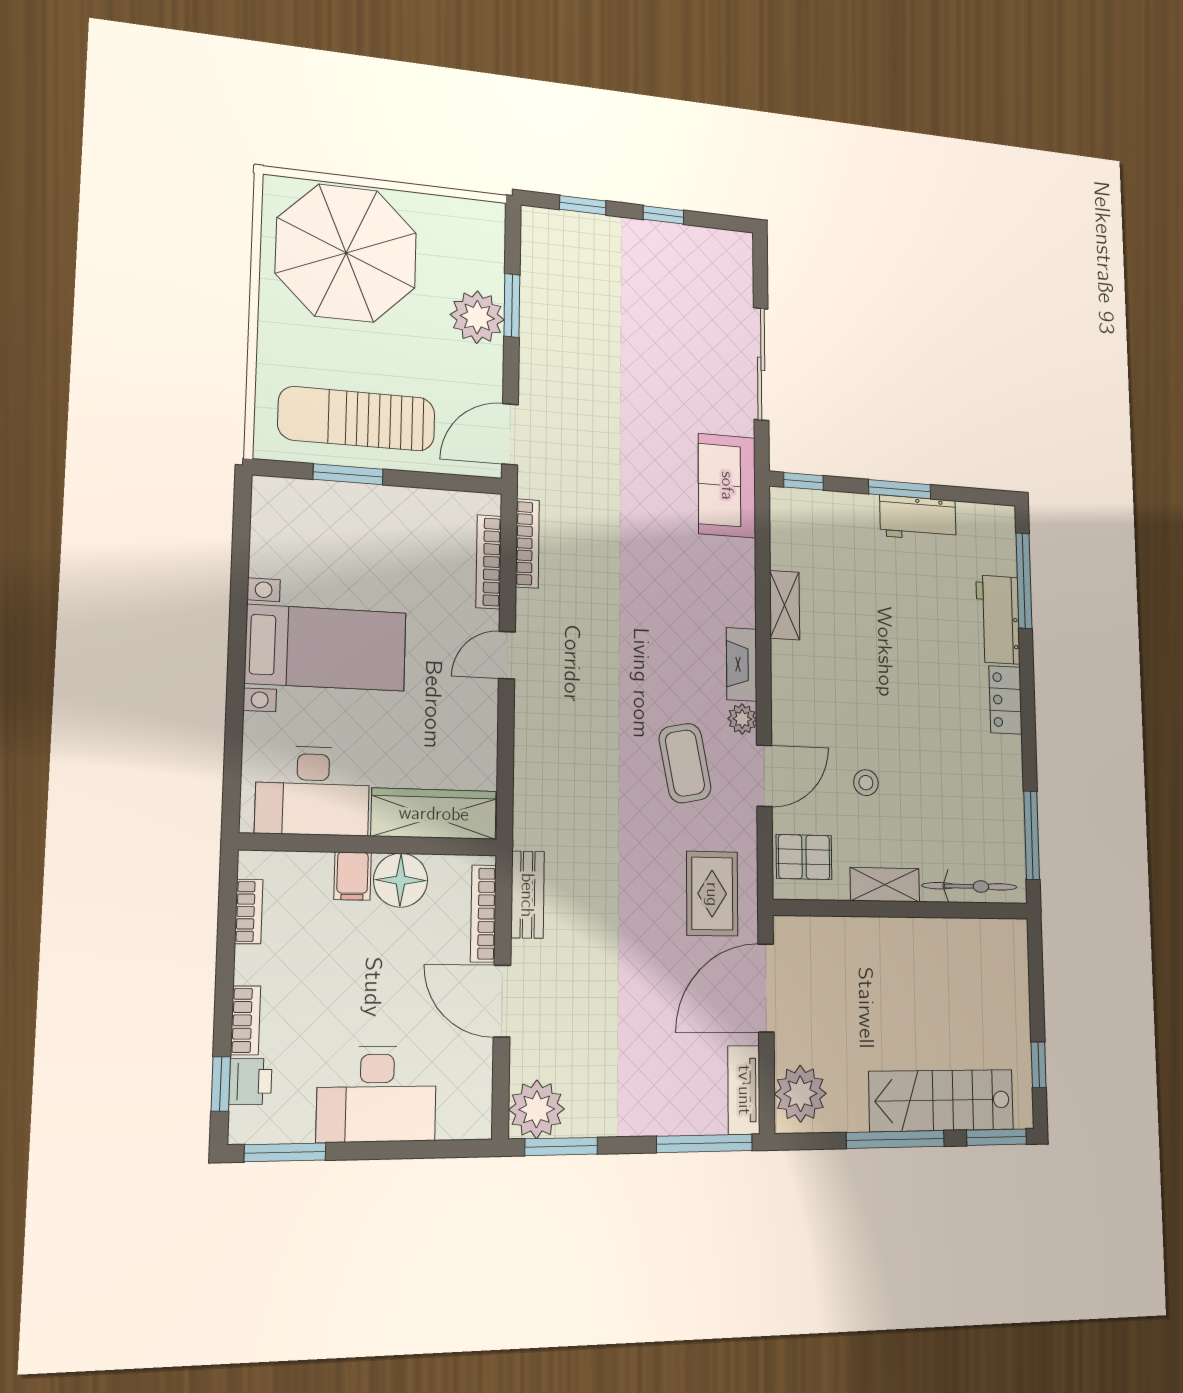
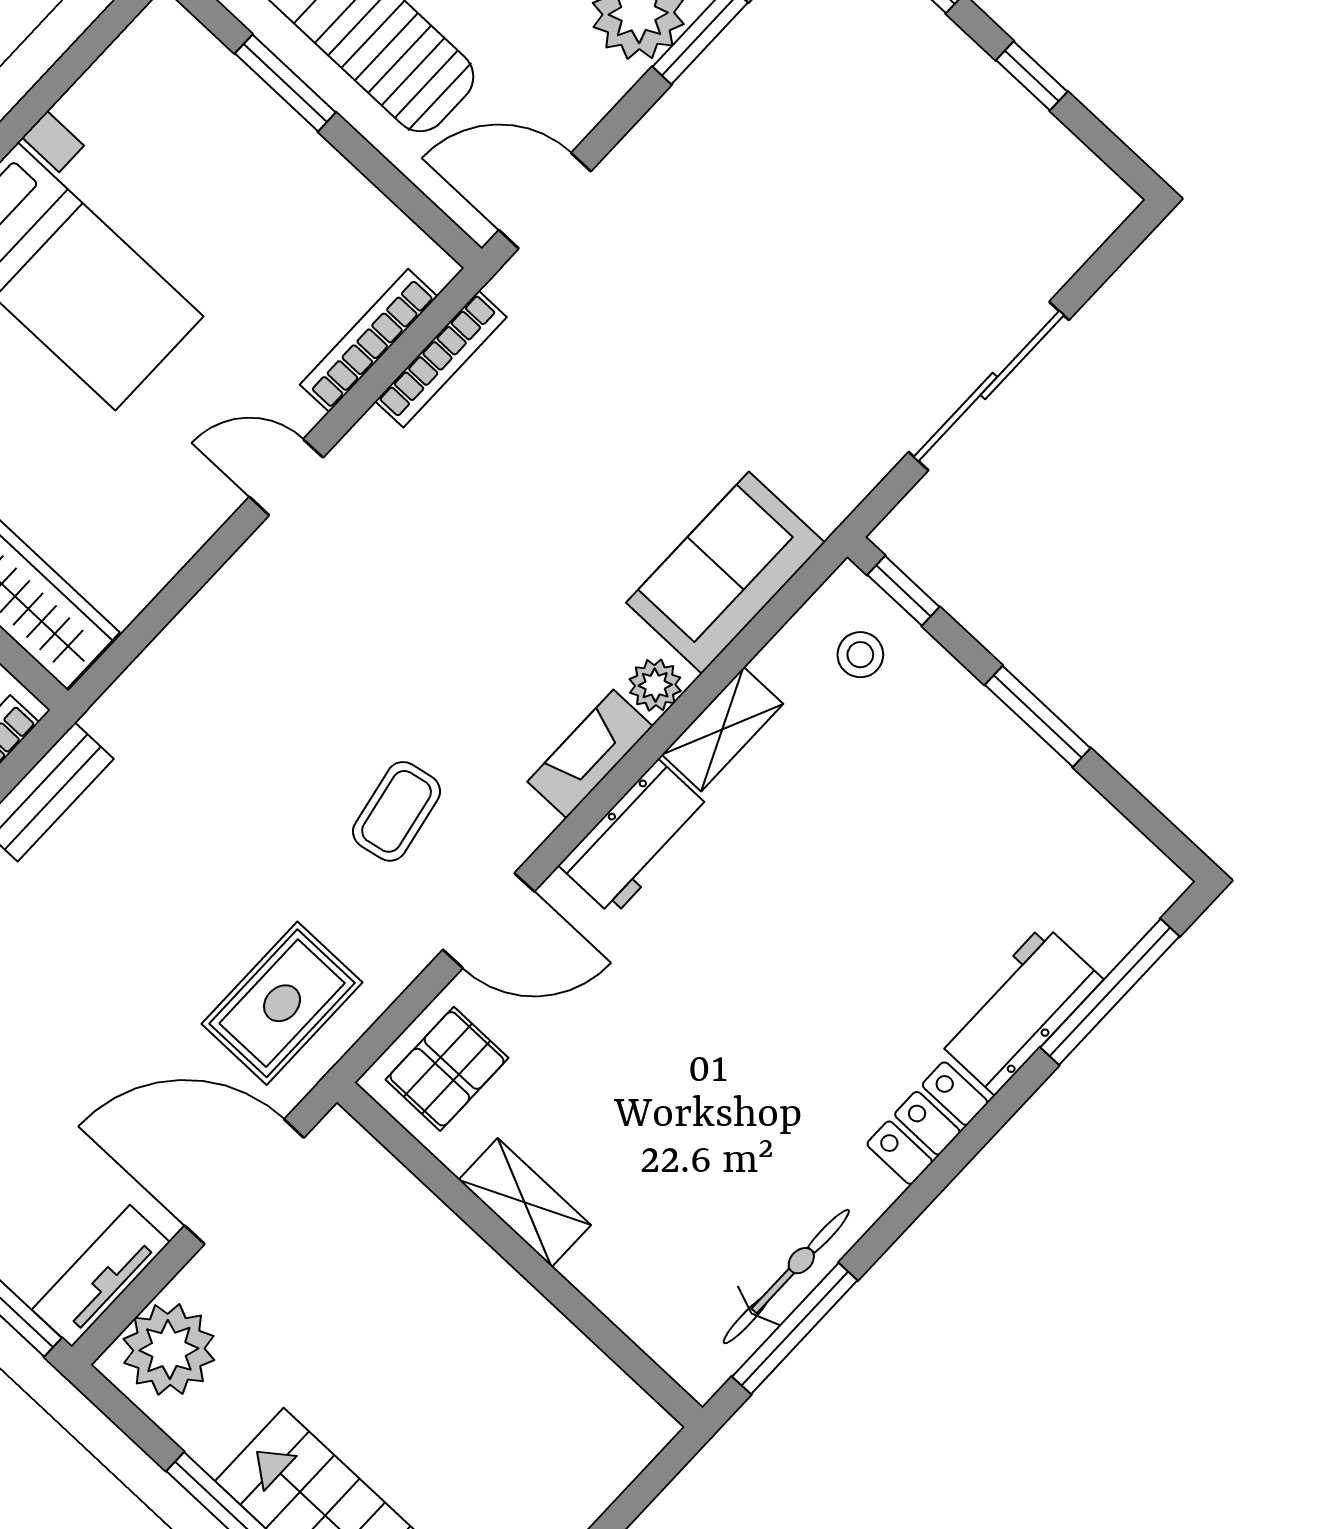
sofa: (727, 486) -> (725, 573), moved
workbench: (918, 518) -> (636, 838), moved, turned -90
plant: (742, 719) -> (655, 685), moved
coffee table: (685, 763) -> (397, 811), width x0.73, depth x0.77
stool: (866, 783) -> (860, 655), moved
pallet: (804, 857) -> (447, 1069), turned 90
bicycle: (970, 886) -> (786, 1277), moved, turned -90

